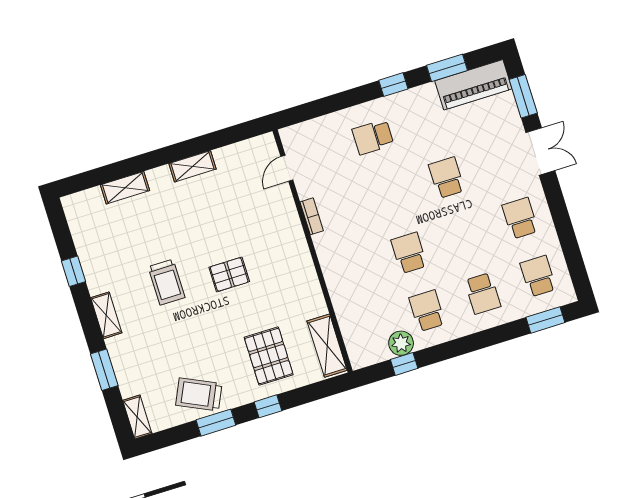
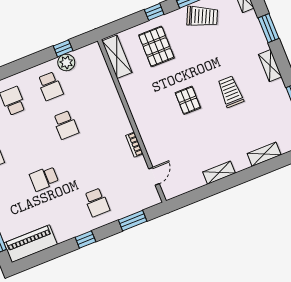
window: (447, 68) -> (133, 221), moved
school desk: (373, 137) -> (97, 202), turned 90
school desk: (447, 178) -> (44, 178), turned 90
pallet: (229, 274) -> (188, 100), turned 90

